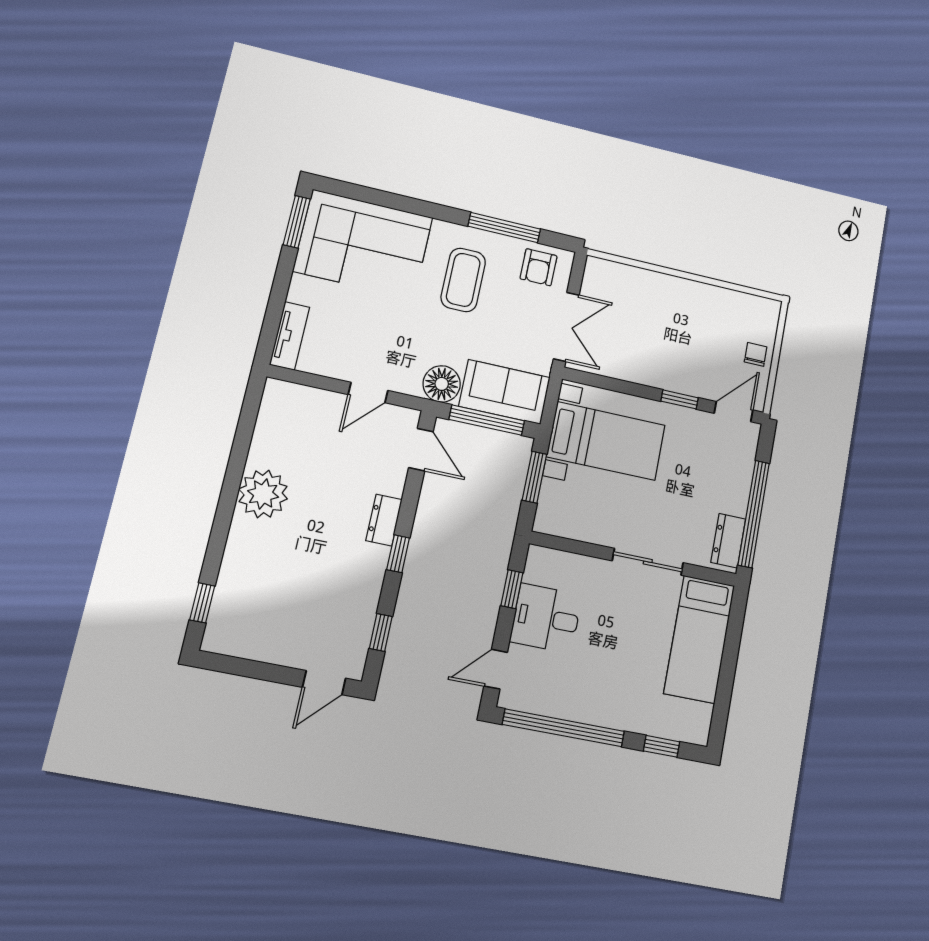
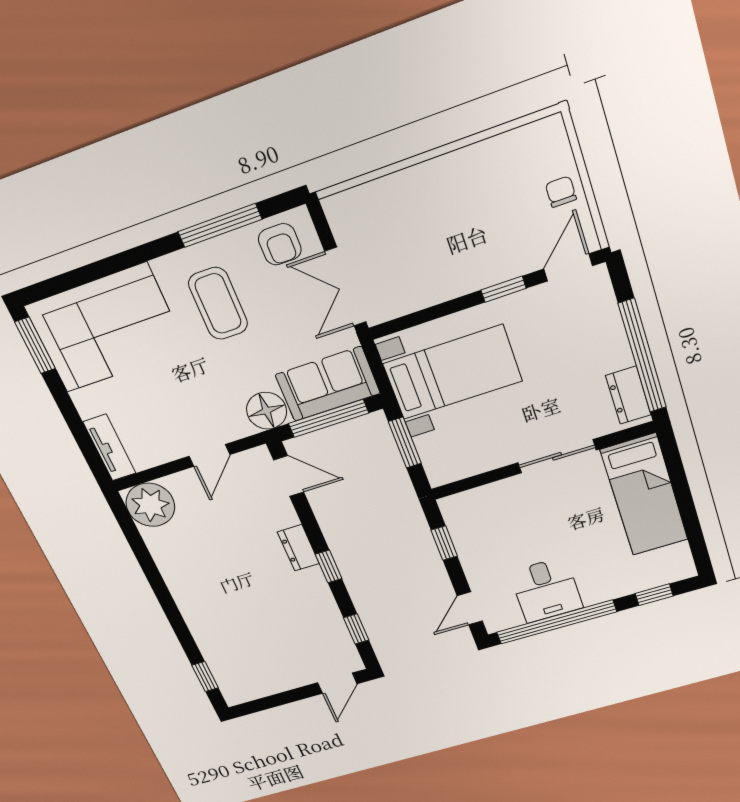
double door: (566, 327) -> (346, 287), swing flipped
plant: (263, 494) -> (150, 505), moved
desk: (546, 618) -> (546, 590), moved, turned -90

